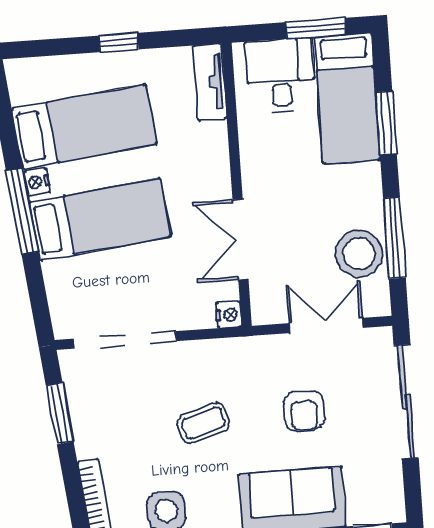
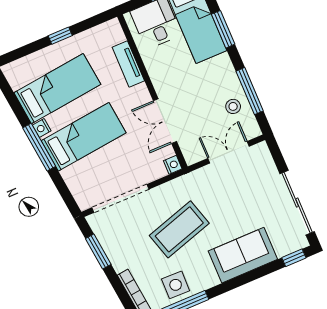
tv unit: (210, 82) -> (128, 64), moved
stool: (359, 254) -> (233, 106), width x0.53, depth x0.53
sliding door: (406, 402) -> (297, 203), moved
armchair: (304, 411) -> (232, 204), removed
coffee table: (203, 423) -> (179, 229), width x1.86, depth x1.72

